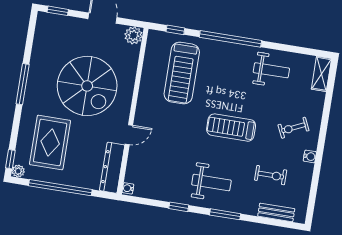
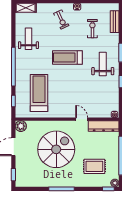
treadmill: (182, 73) -> (39, 93), turned -90
treadmill: (231, 128) -> (67, 58), turned 90
rug: (50, 143) -> (94, 166), width x0.73, depth x0.70

